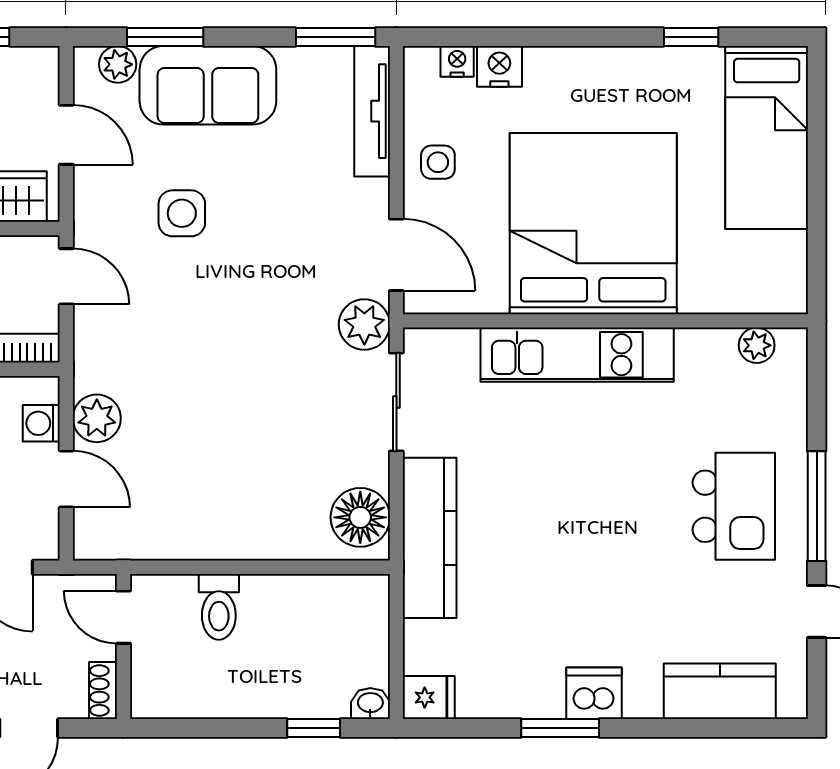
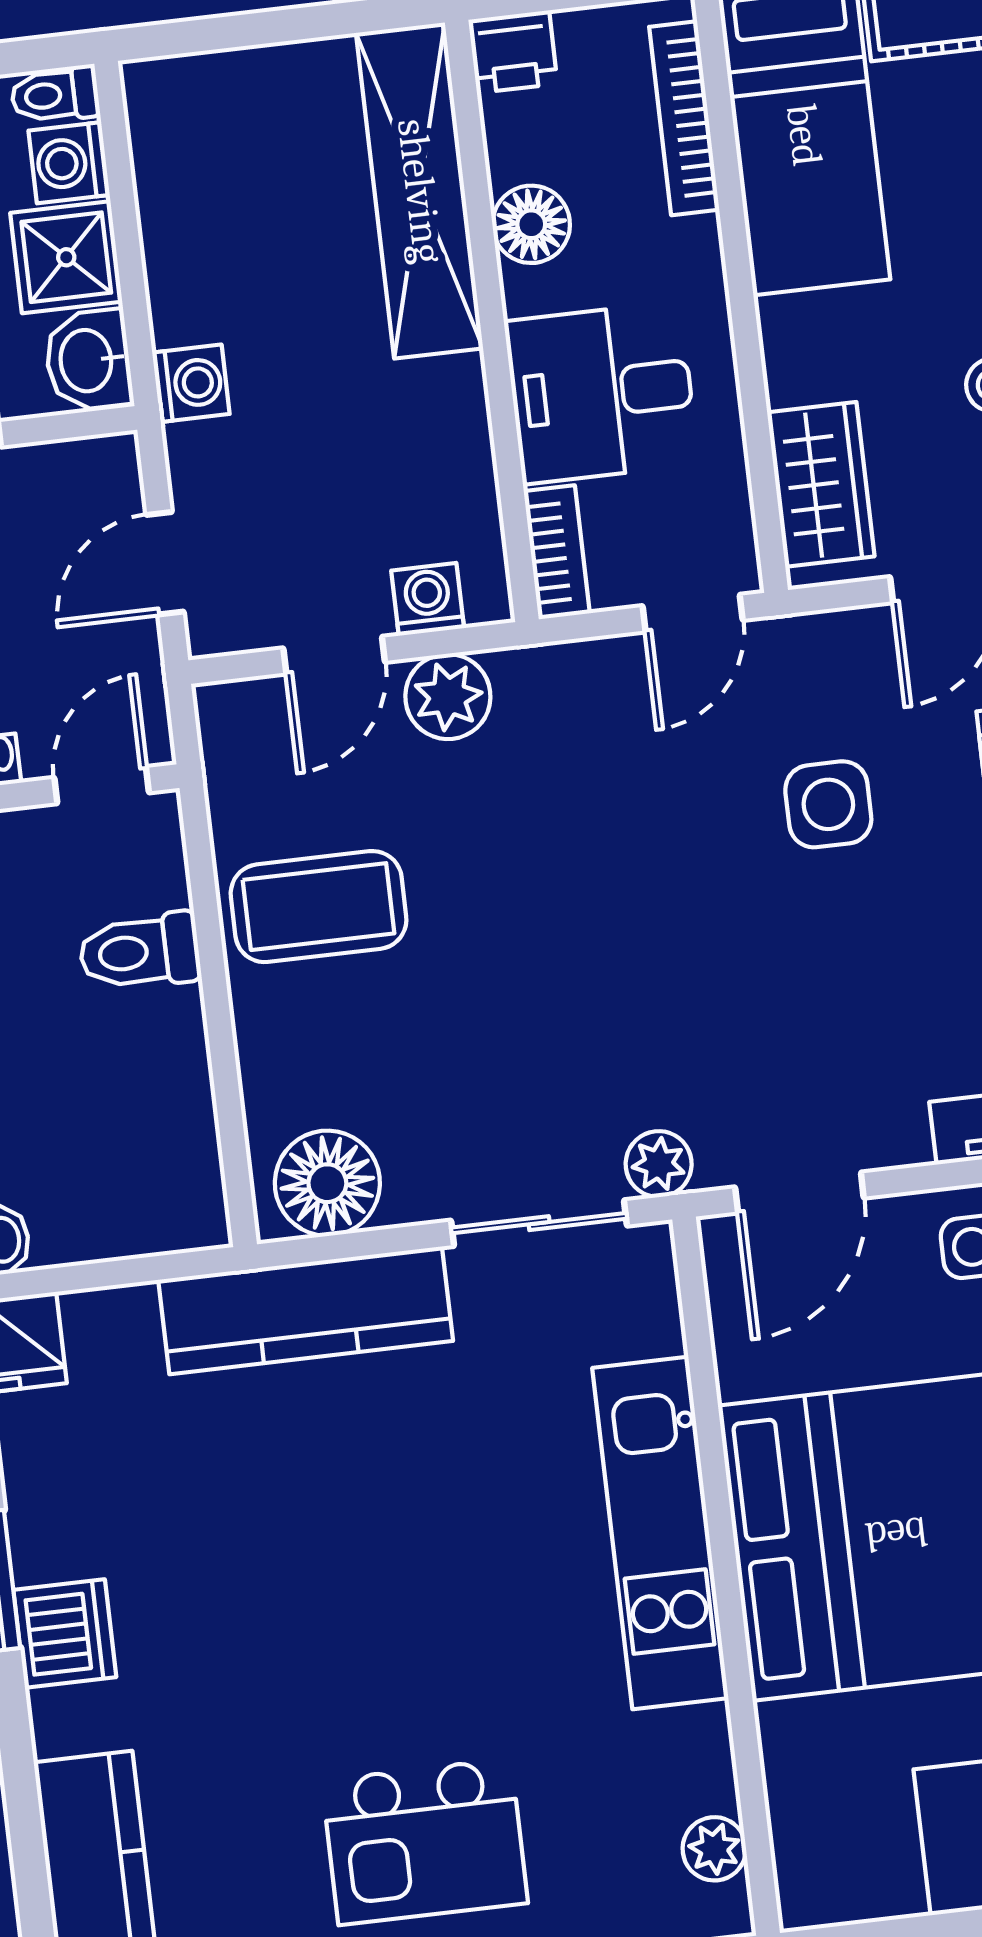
plant: (364, 324) -> (659, 1164), width x0.73, depth x0.73
coffee table: (205, 504) -> (319, 907), added

